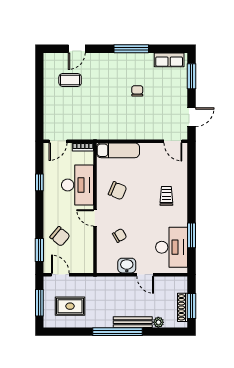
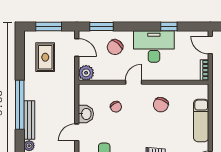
exam couch: (118, 150) -> (201, 120), moved
desk: (77, 185) -> (154, 47), moved, turned 180
plant: (86, 265) -> (86, 73), added
door: (60, 275) -> (77, 47), hinge flipped

